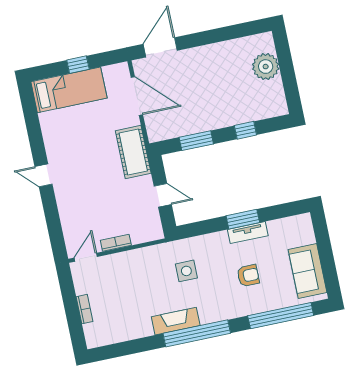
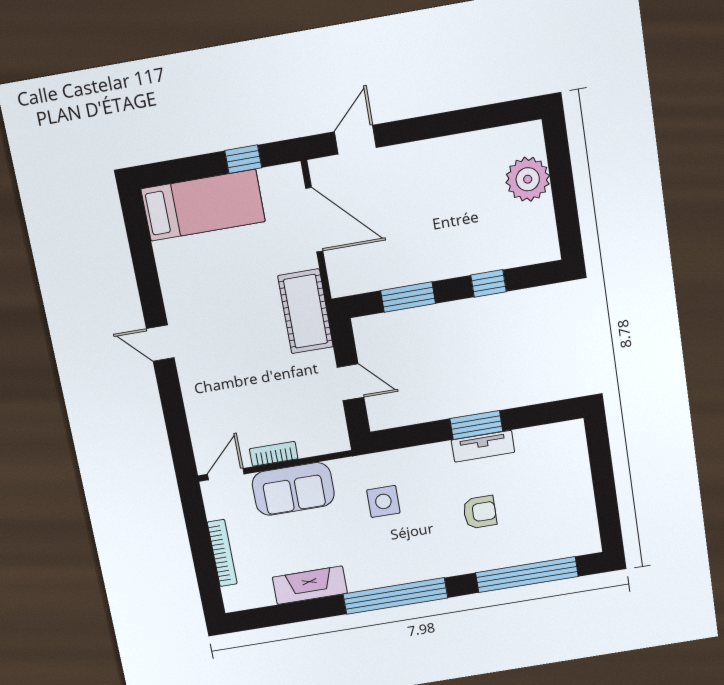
door: (160, 47) -> (355, 140), width x0.73
window: (78, 65) -> (243, 159), moved
sofa: (308, 271) -> (293, 489), moved, turned -90
bookcase: (84, 309) -> (222, 553), width x1.56
fireplace: (176, 321) -> (310, 585), moved

